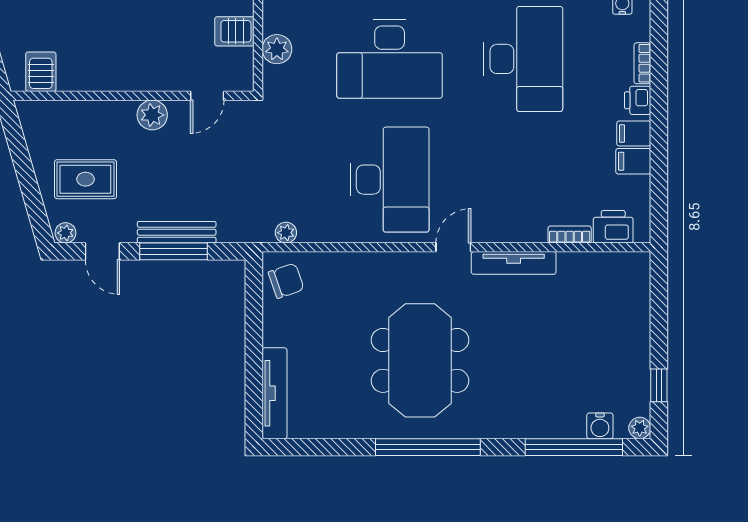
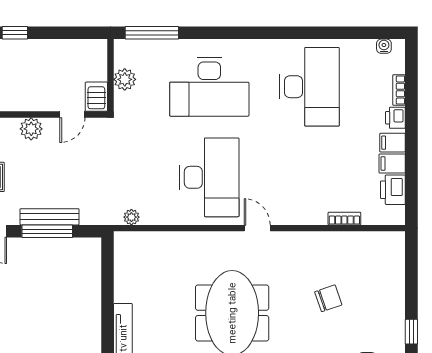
server rack: (234, 31) -> (96, 97), moved, turned 90
printer: (613, 227) -> (393, 190), moved, turned -90
door: (453, 247) -> (257, 228), hinge flipped
tv unit: (514, 263) -> (302, 240), removed
chair: (286, 281) -> (328, 298), moved

